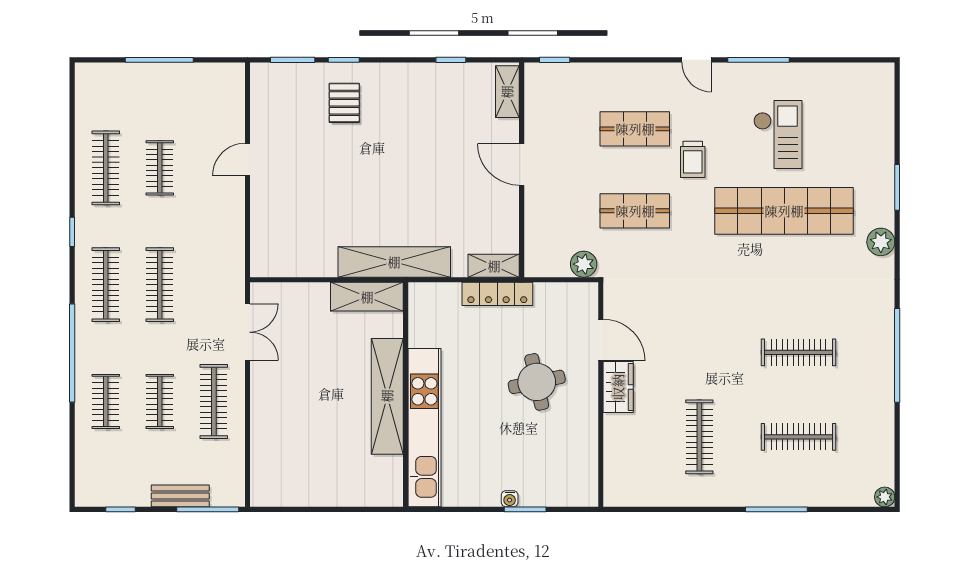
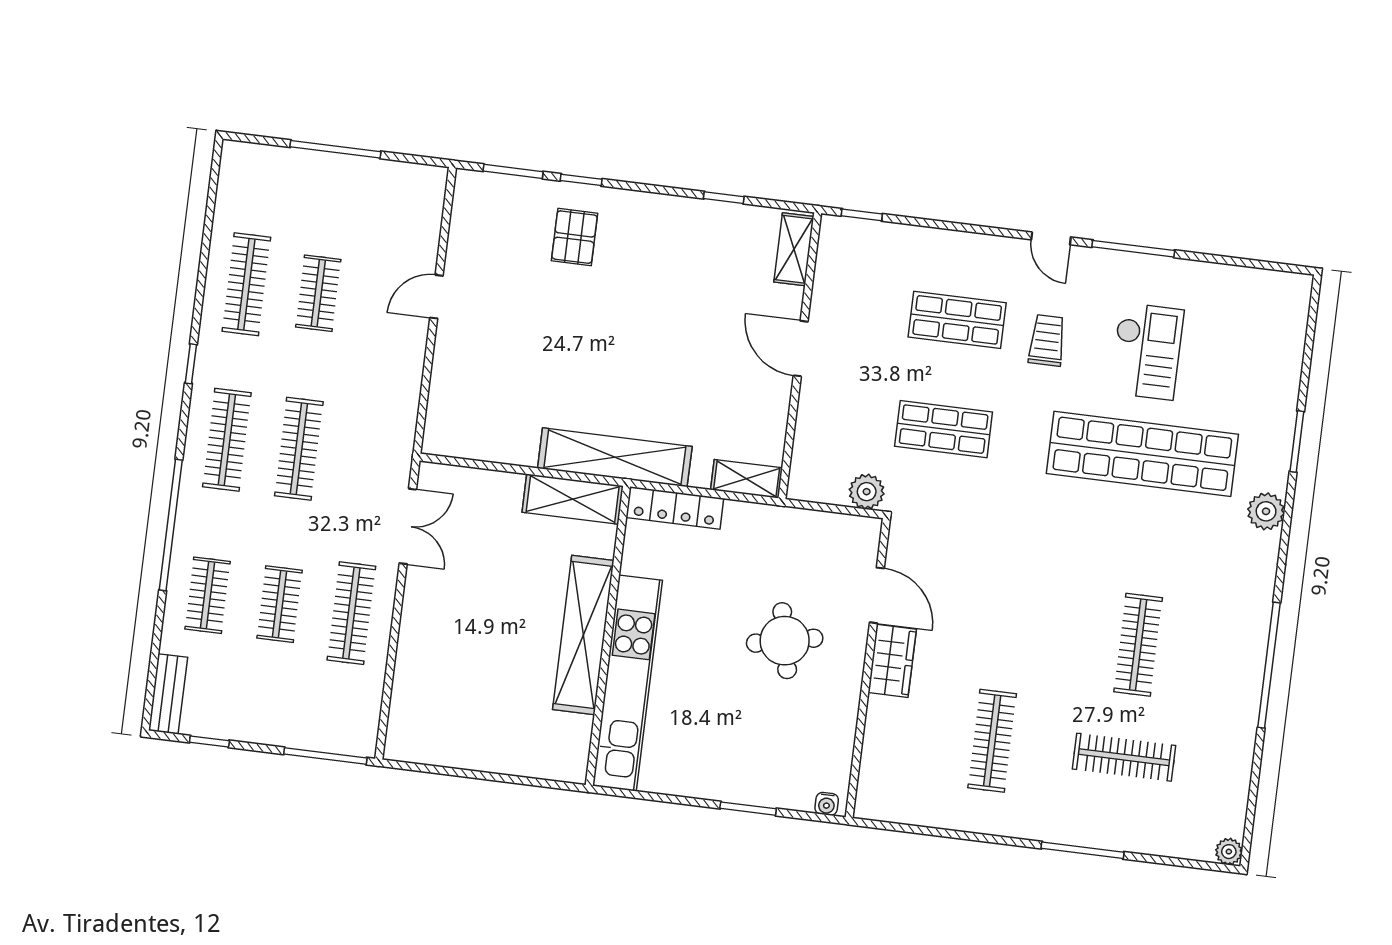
trolley: (693, 159) -> (1047, 340), moved, turned 180
locker: (497, 294) -> (675, 508), moved
clothes rail: (798, 352) -> (1138, 645), turned 90
bench: (180, 496) -> (168, 694), moved, turned 90
water cooler: (510, 499) -> (827, 804), moved

